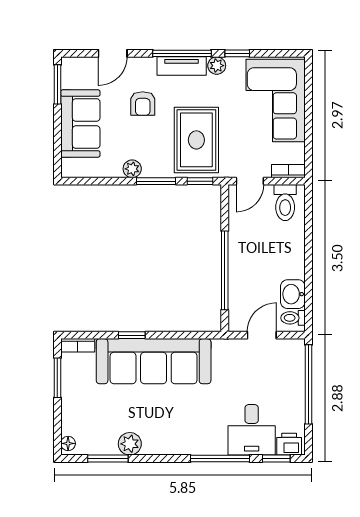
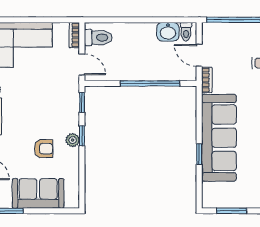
armchair: (143, 103) -> (44, 149), moved
rug: (196, 140) -> (51, 105), removed
plant: (132, 169) -> (73, 140), moved
window: (156, 181) -> (82, 136), width x0.67
bookcase: (78, 345) -> (207, 80), moved

